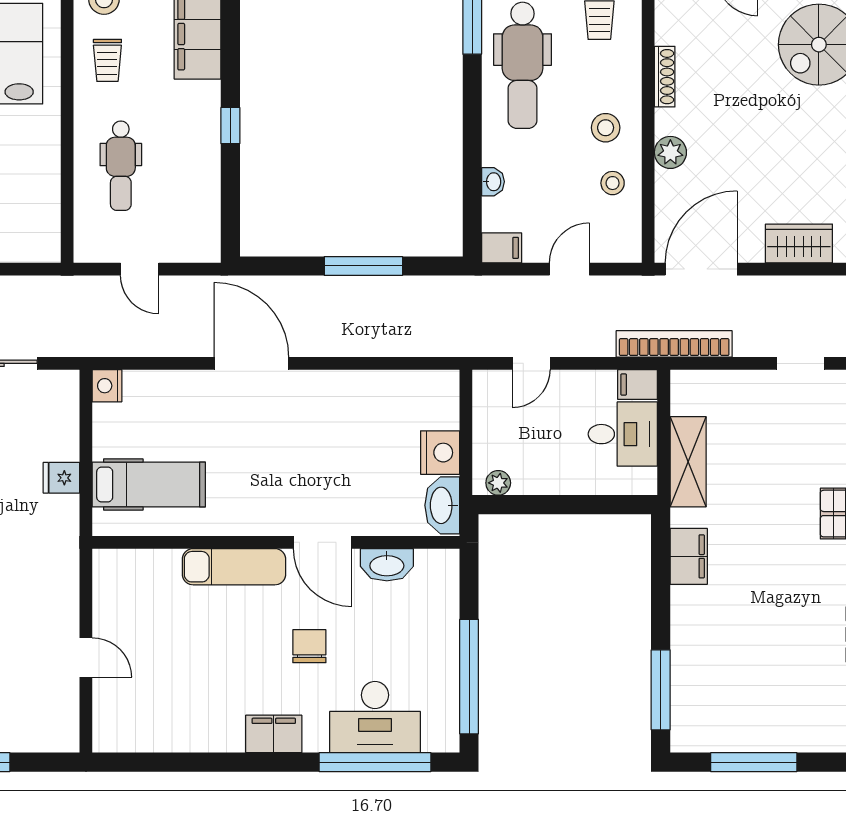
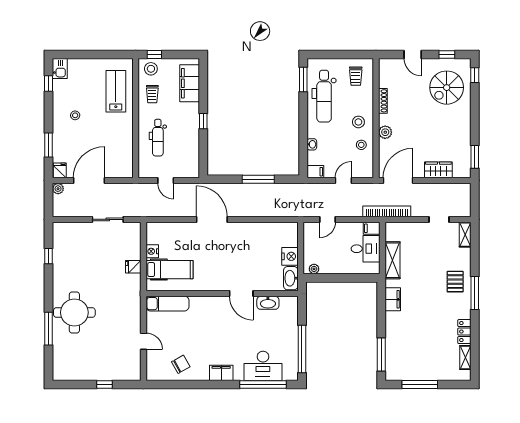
nightstand: (107, 386) -> (152, 251), moved
exam couch: (234, 567) -> (167, 304), moved
chair: (309, 646) -> (181, 364), moved, turned 61

